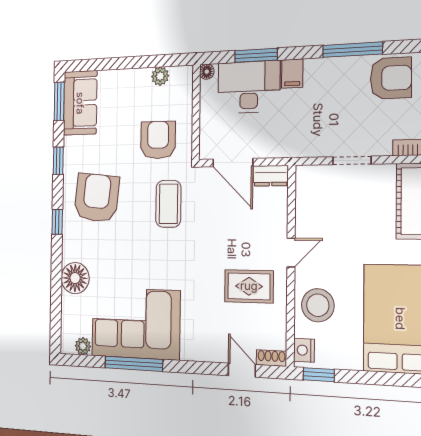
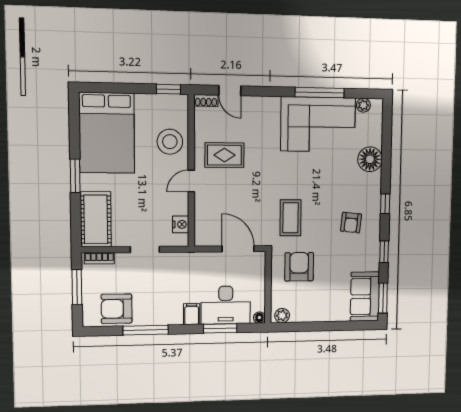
plant: (160, 76) -> (282, 316), moved
armchair: (158, 140) -> (299, 267), turned 180
dresser: (271, 176) -> (208, 239), removed
armchair: (97, 198) -> (351, 223), width x0.53, depth x0.53
nightstand: (304, 350) -> (181, 224), moved

